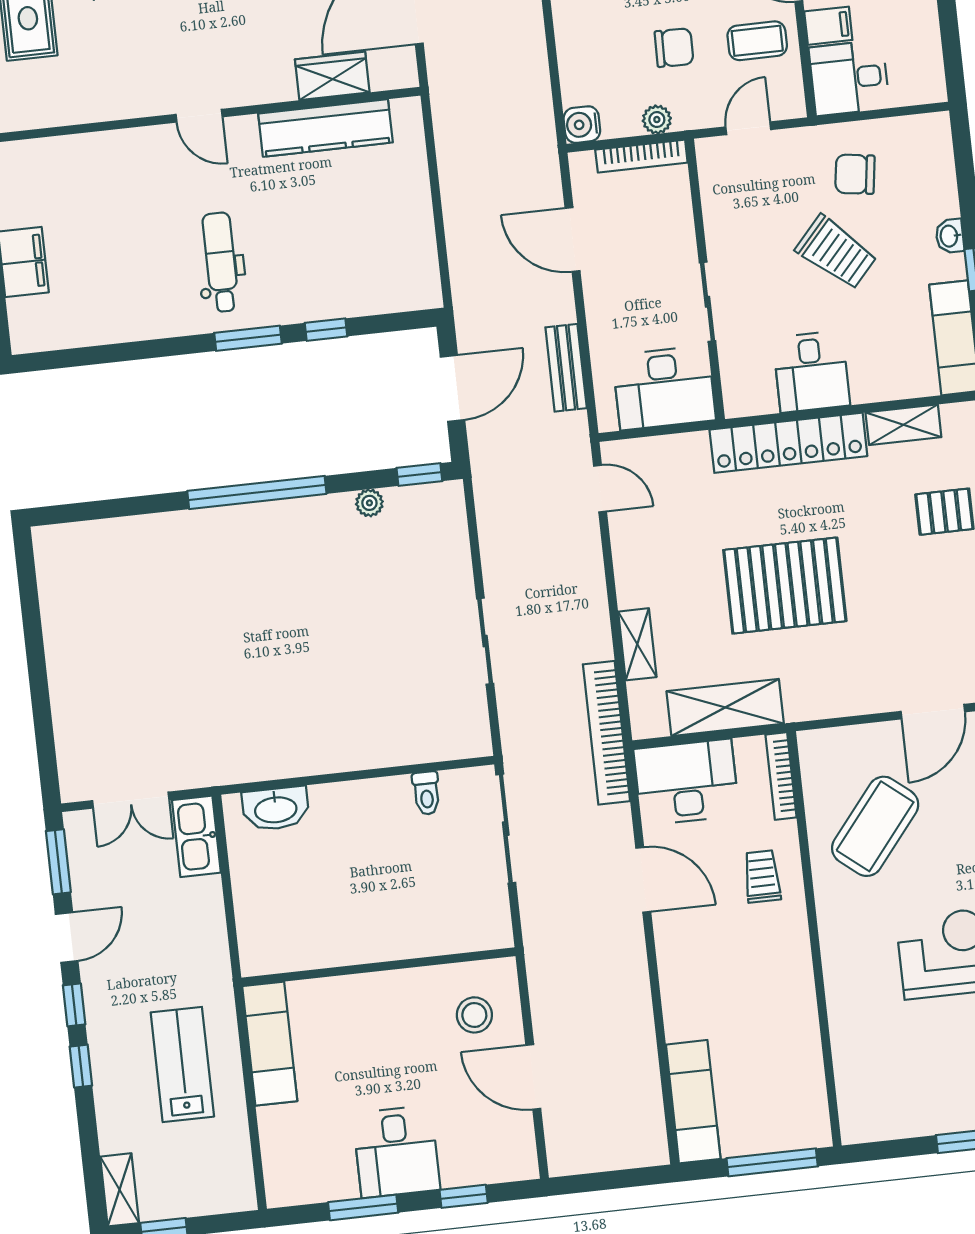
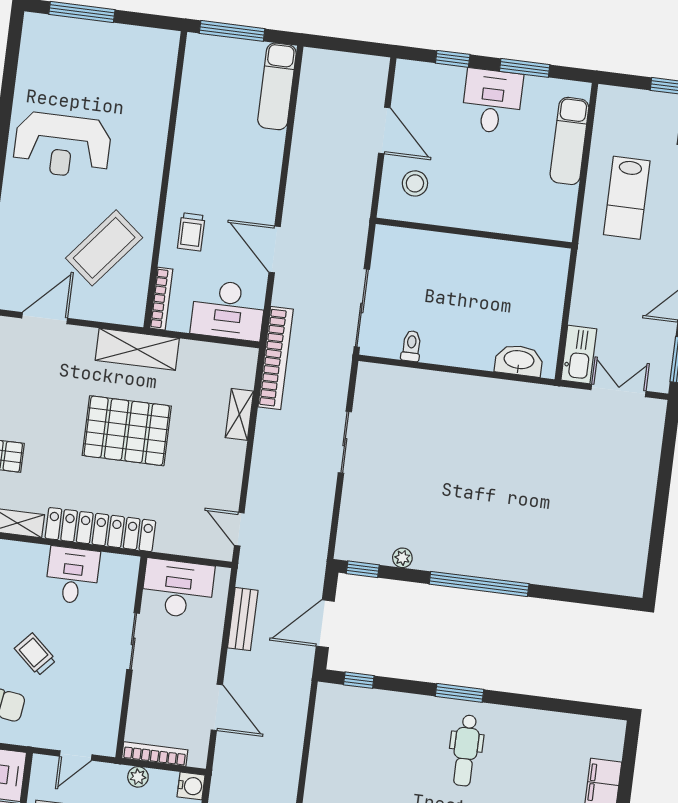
trolley: (836, 252) -> (35, 654), width x0.73, depth x0.72
window: (326, 330) -> (359, 680), moved
shelving: (725, 707) -> (137, 349), moved
exam couch: (270, 1044) -> (569, 141), moved

